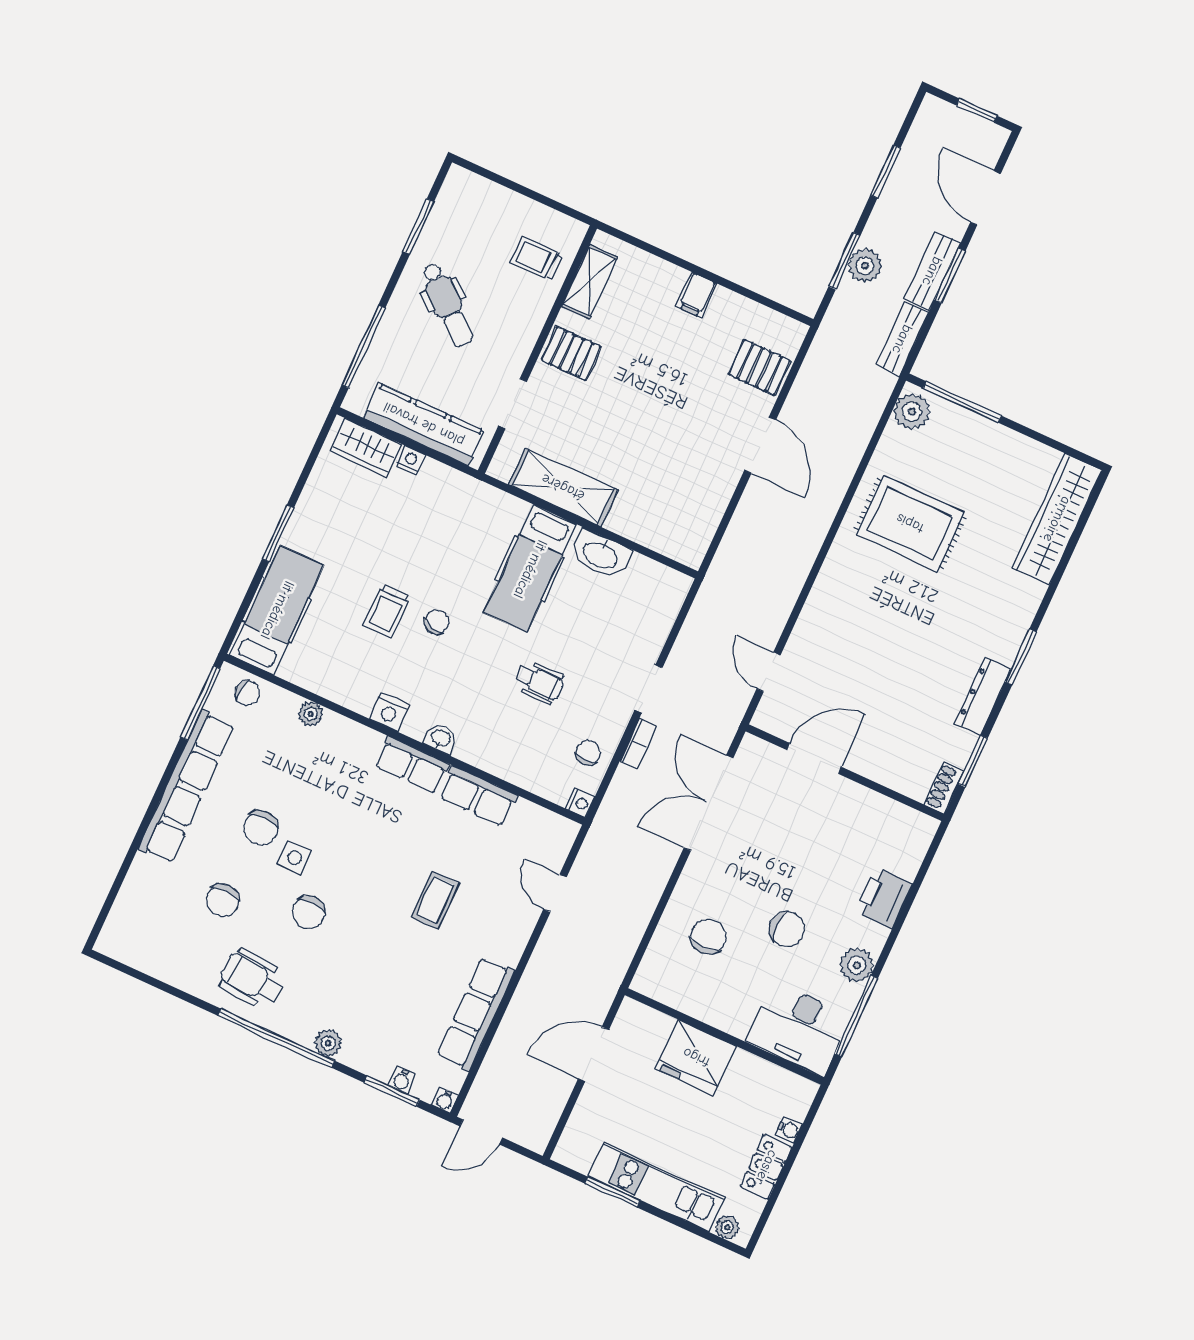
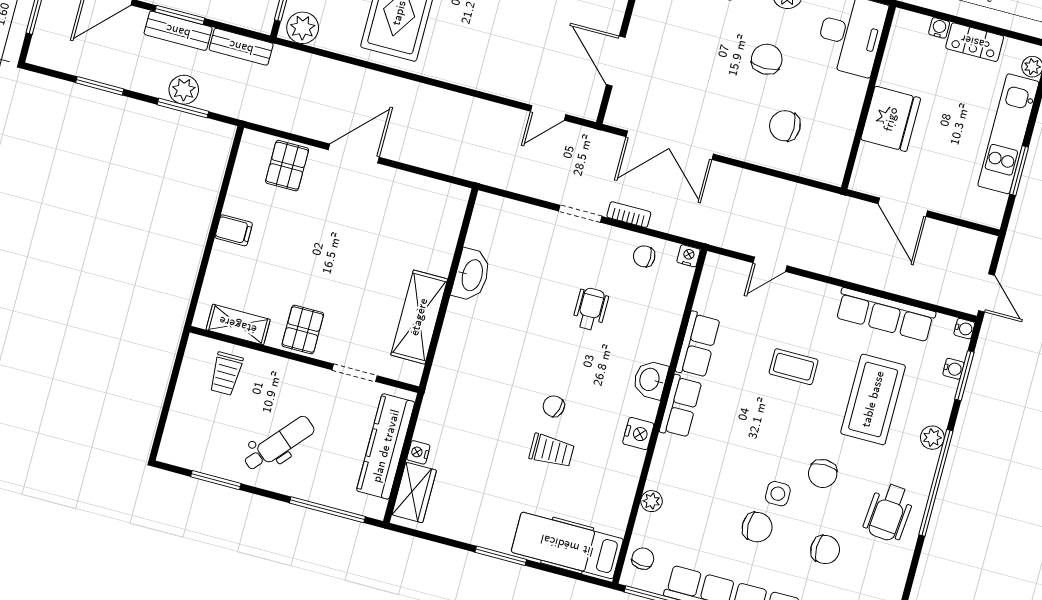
hospital bed: (530, 569) -> (494, 334), removed
washbasin: (441, 738) -> (650, 380), width x1.38, depth x1.45
chair: (309, 912) -> (823, 474), turned 90
coffee table: (383, 983) -> (873, 399), added

